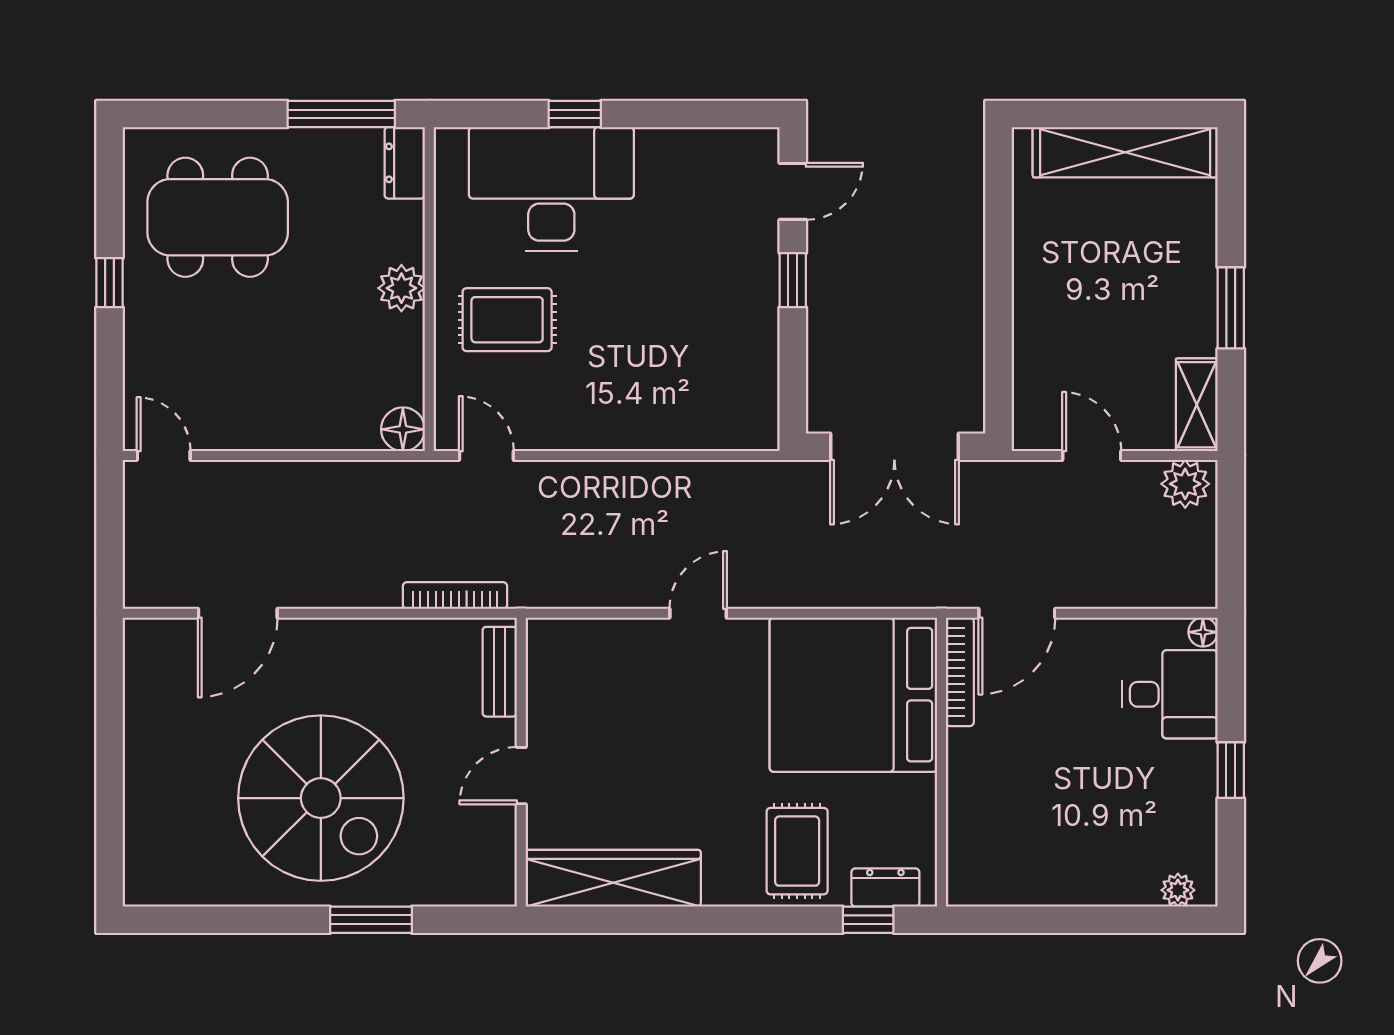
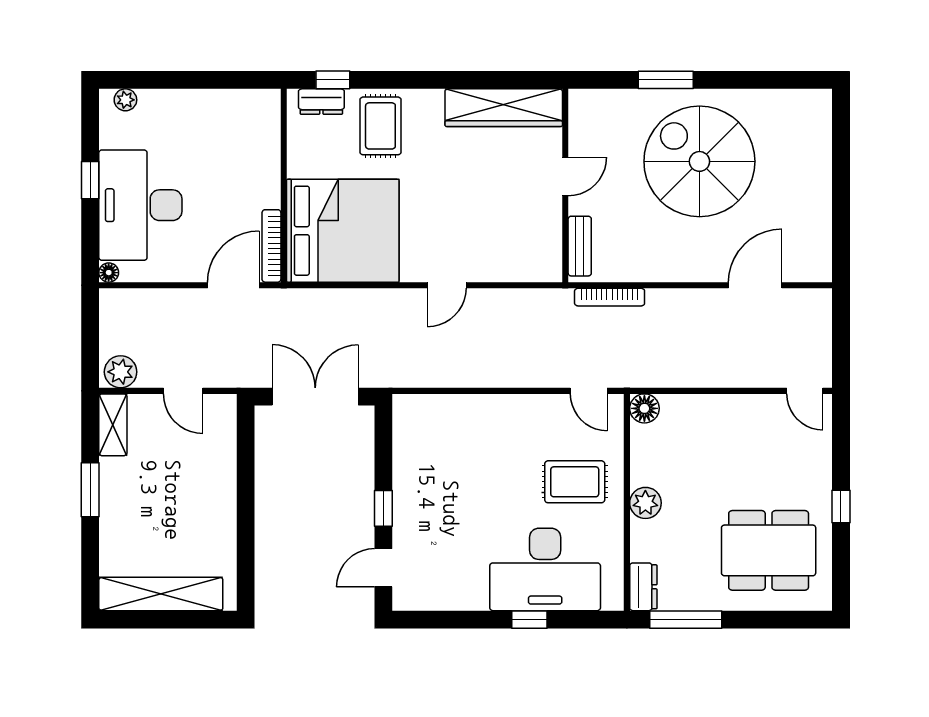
desk: (1170, 694) -> (140, 205), width x1.87, depth x1.30

